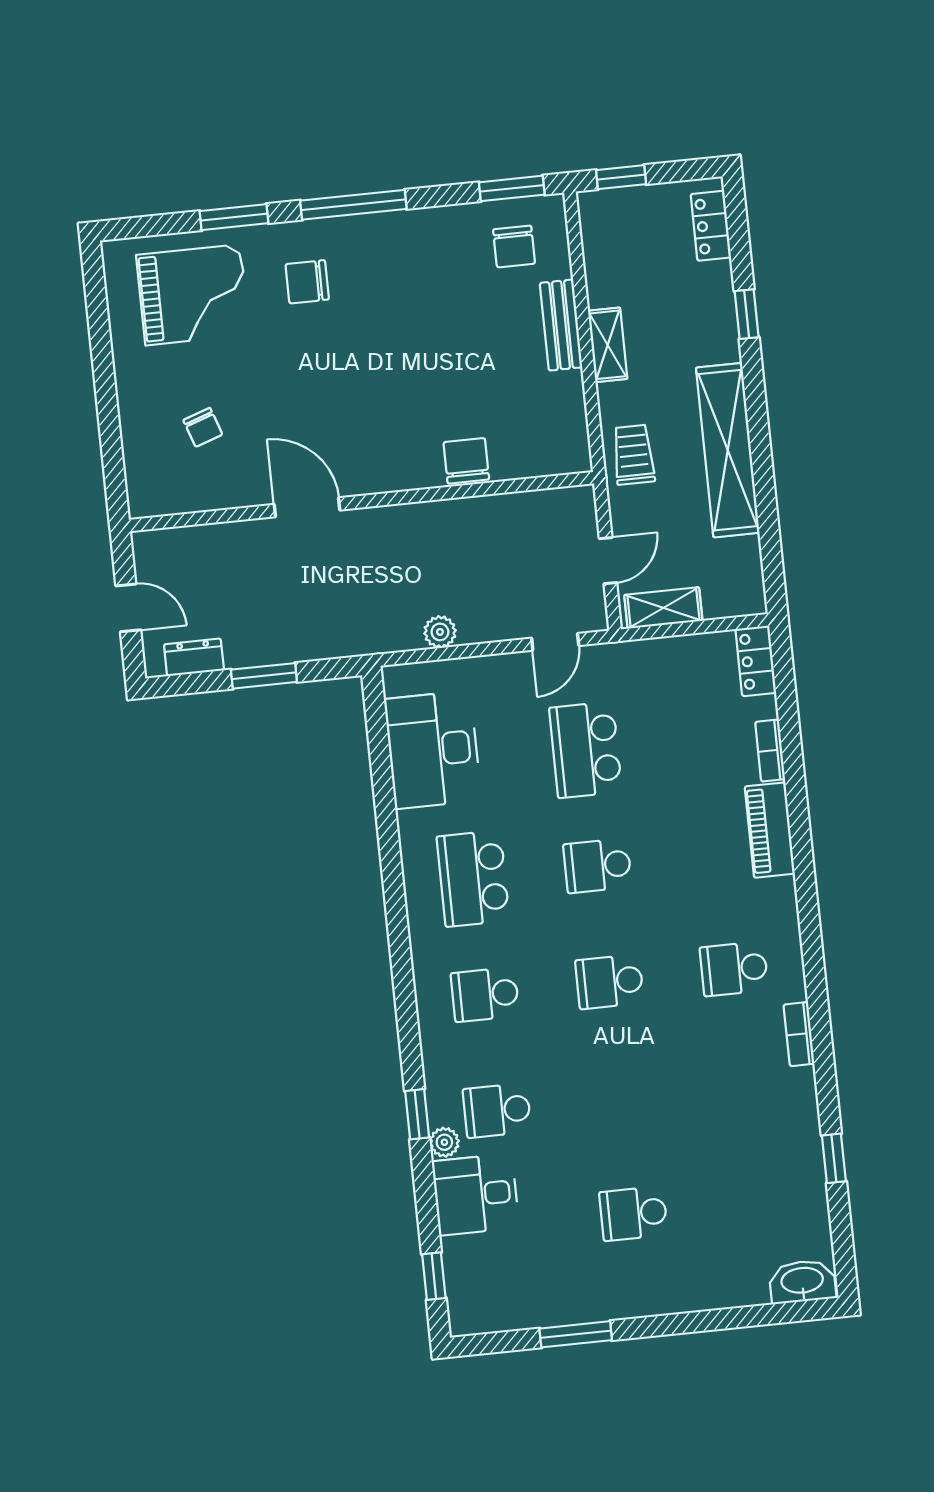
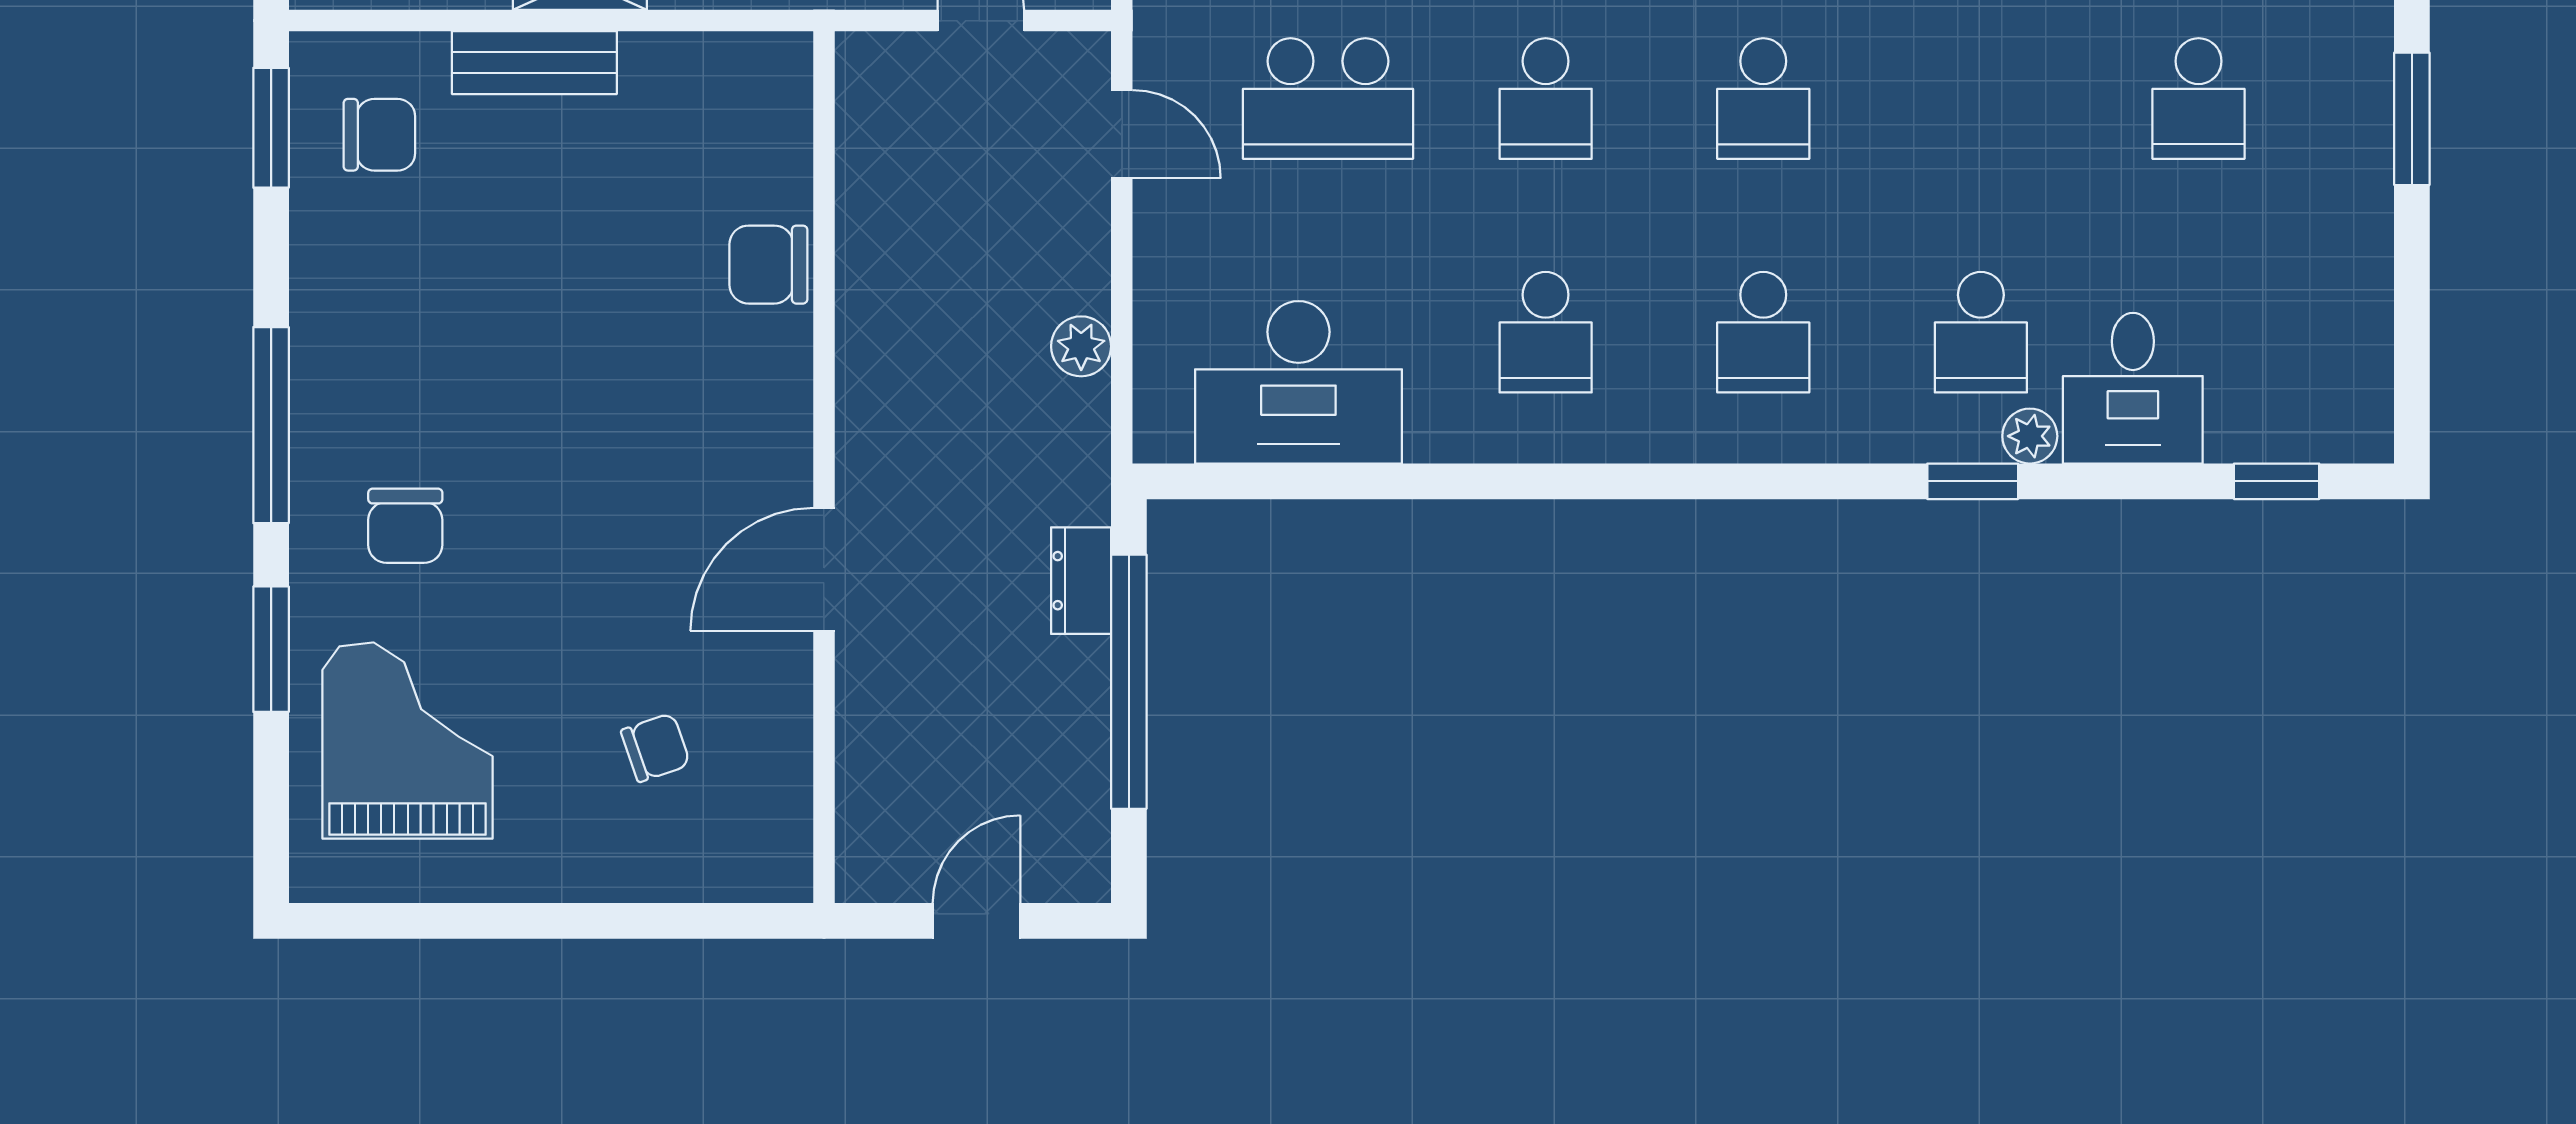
dresser: (194, 657) -> (1081, 581), moved
window: (264, 676) -> (1129, 682), width x2.11
school desk: (473, 879) -> (1546, 332), width x0.54
window: (576, 1334) -> (2412, 119), moved

